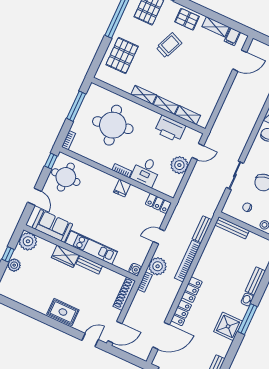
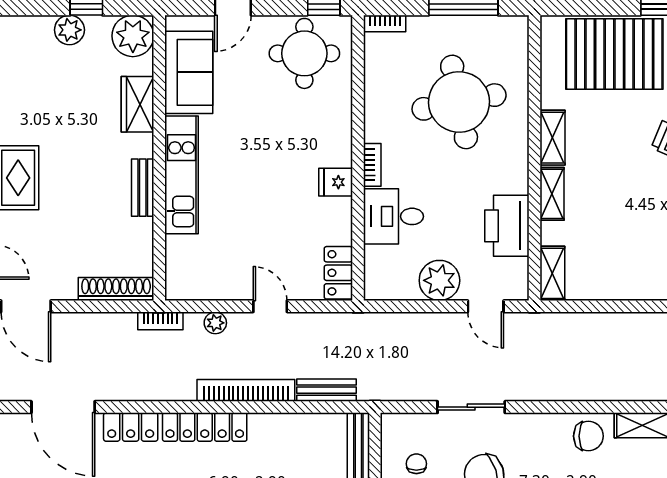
pallet: (122, 55) -> (614, 54), width x1.37, depth x1.41
shelving: (188, 115) -> (552, 273), moved
wardrobe: (65, 256) -> (137, 104), moved
plant: (158, 266) -> (215, 323), width x0.53, depth x0.53
water cooler: (135, 269) -> (177, 288), removed
locker: (192, 290) -> (205, 427), width x1.53

